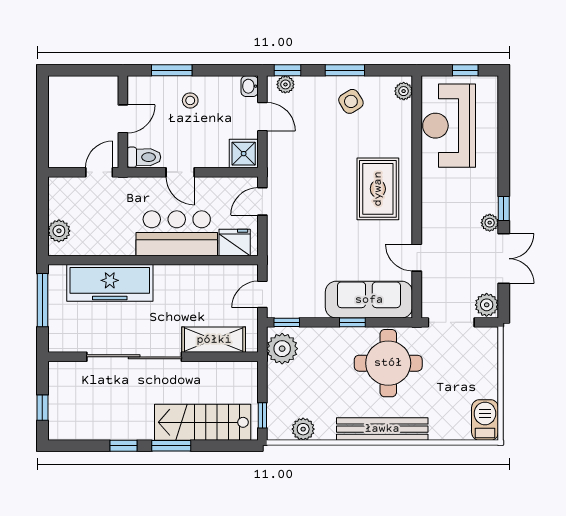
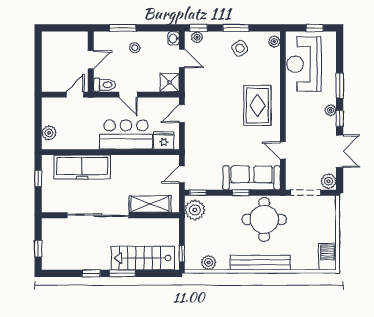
window: (504, 158) -> (340, 86), added
plant: (490, 223) -> (330, 110), moved
window: (42, 300) -> (38, 178), width x0.46

